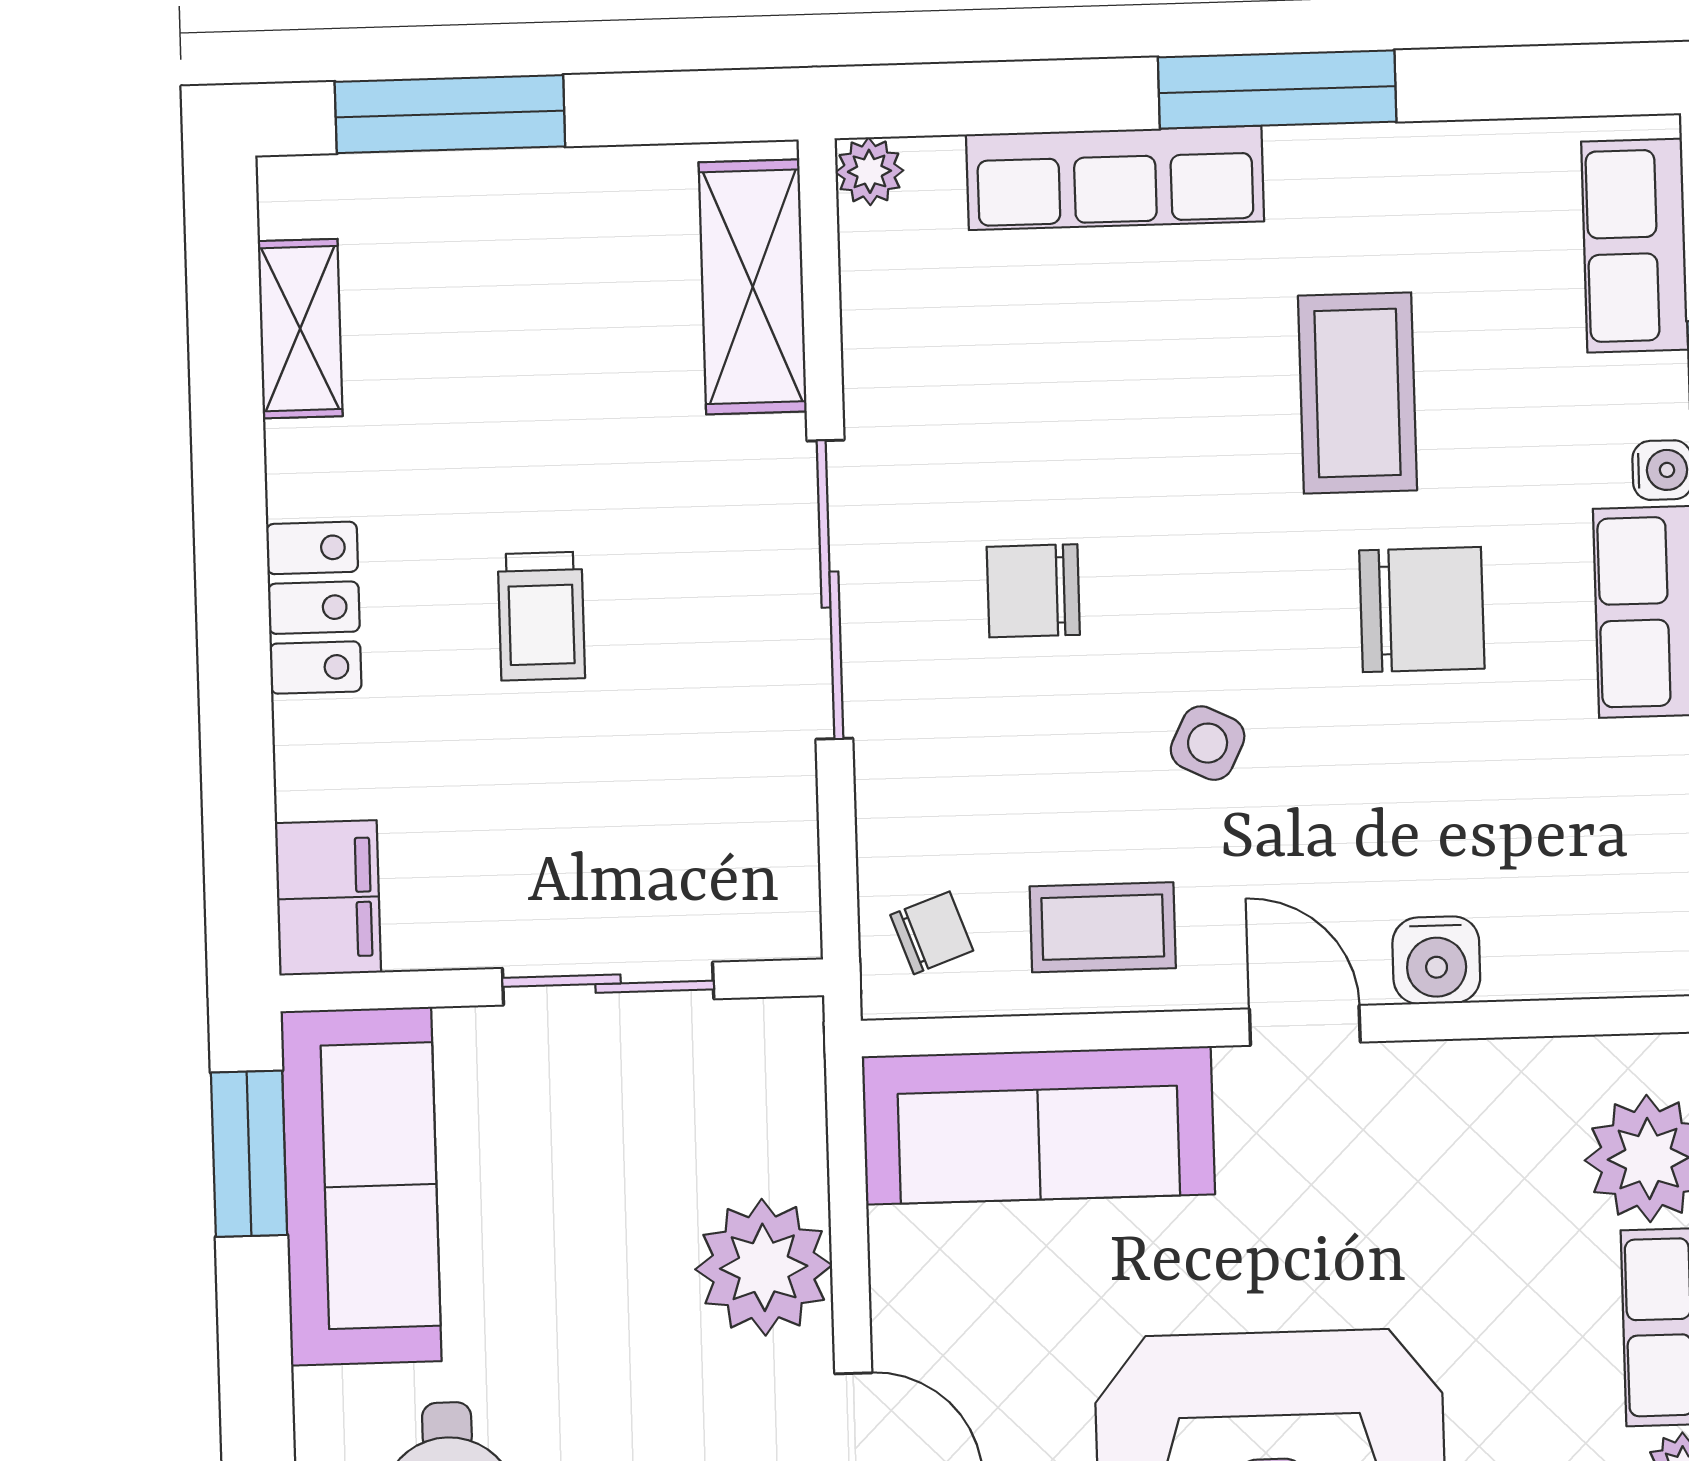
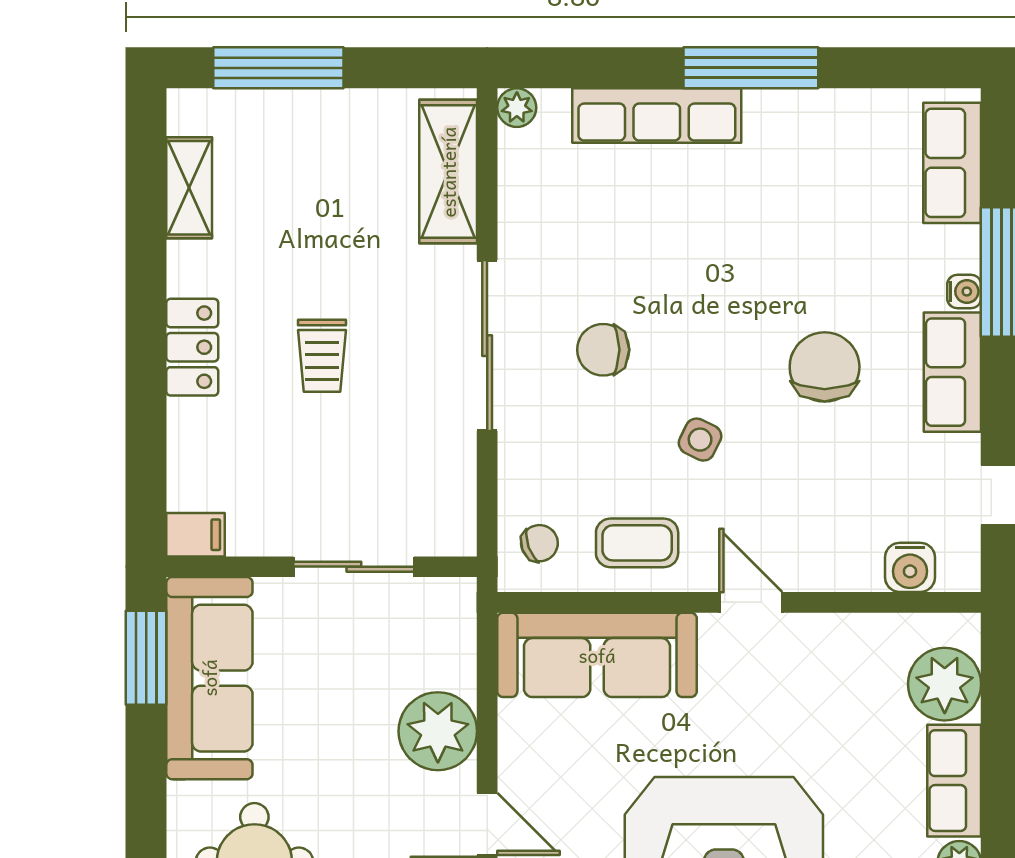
coffee table: (1357, 393) -> (792, 242), removed
chair: (1422, 609) -> (825, 367), turned -90
filing cabinet: (328, 898) -> (195, 535), width x0.50
water cooler: (1436, 960) -> (910, 567), moved

